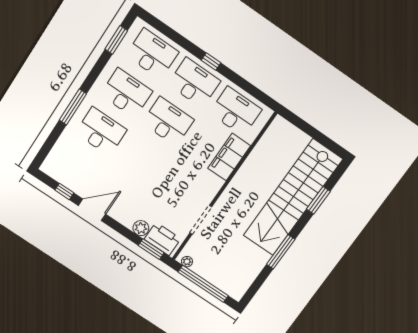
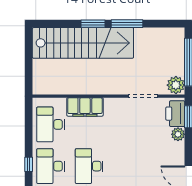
window: (318, 200) -> (93, 24), moved
plant: (187, 262) -> (176, 85), width x1.88, depth x1.88

